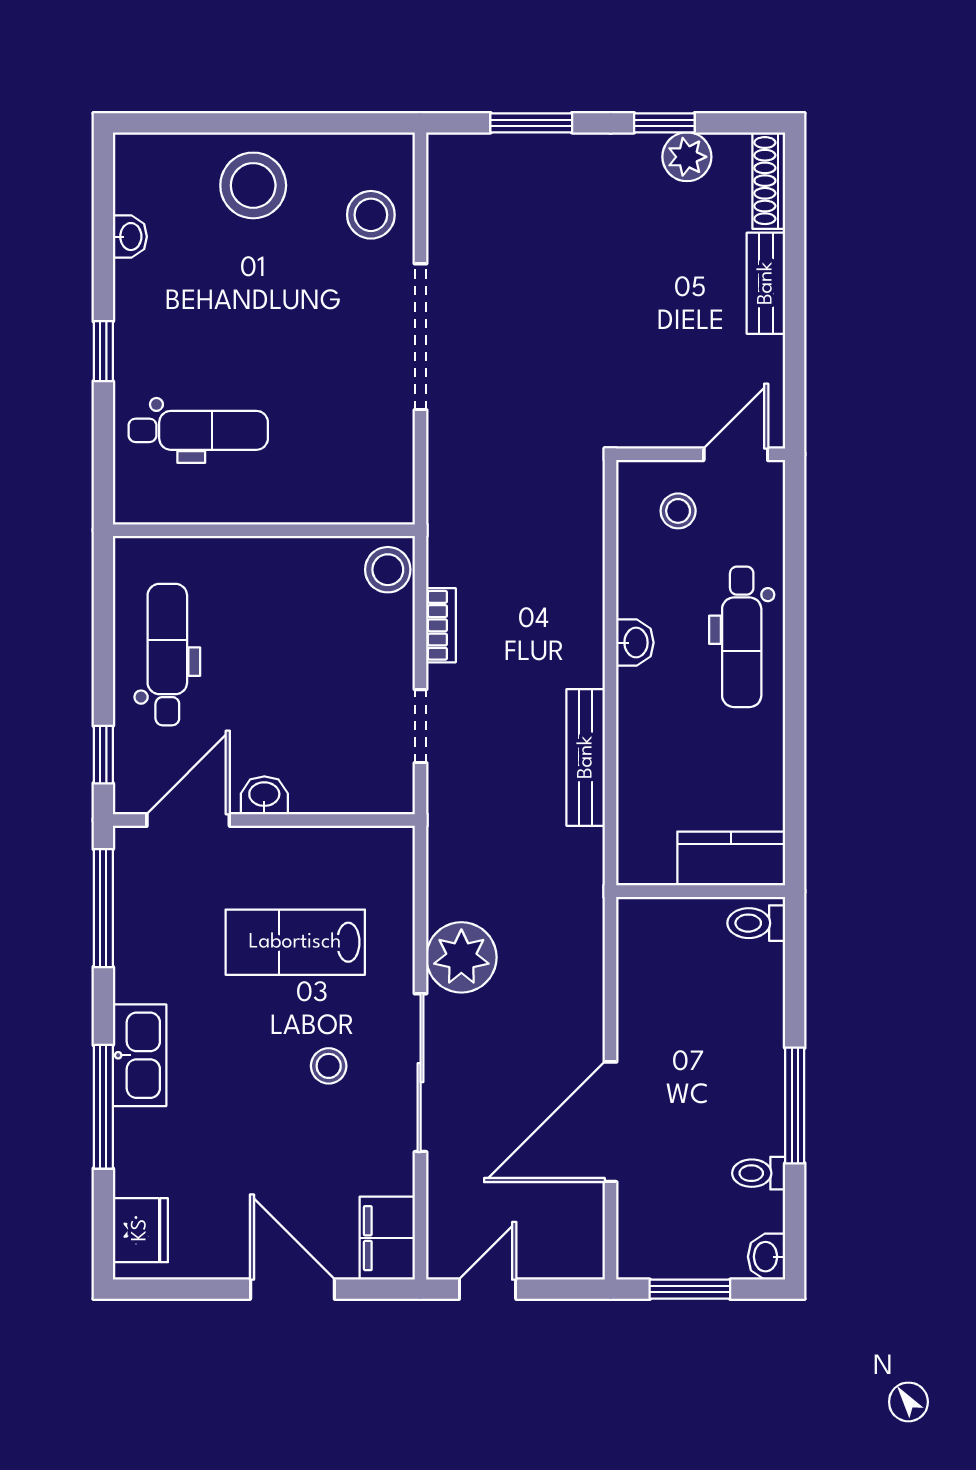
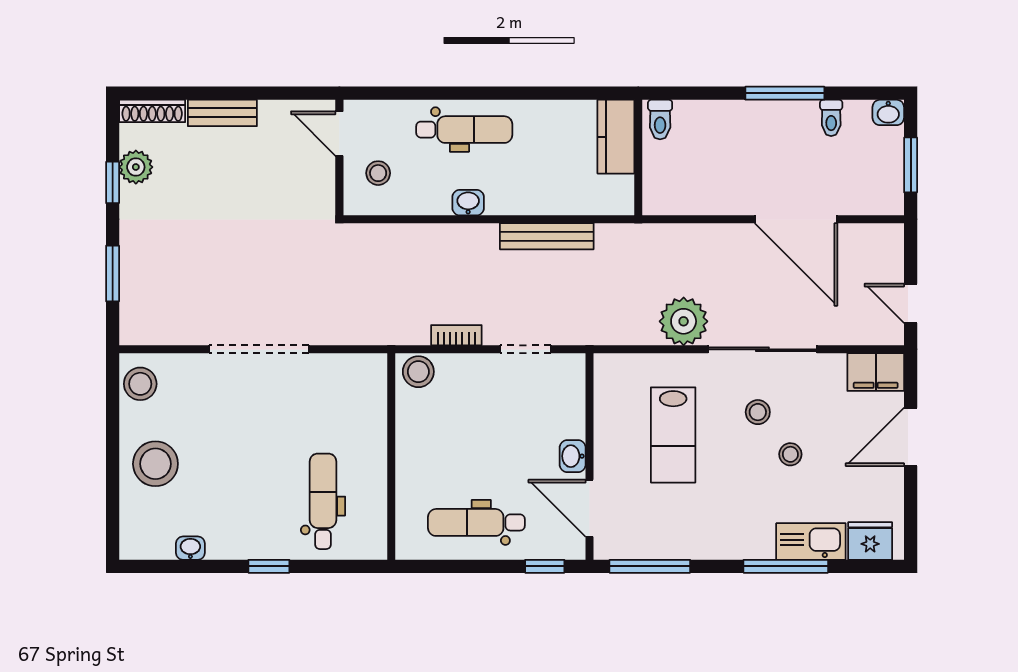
stool: (371, 215) -> (140, 384), moved
kitchen sink: (140, 1055) -> (811, 541), moved
stool: (267, 1114) -> (790, 454), added

